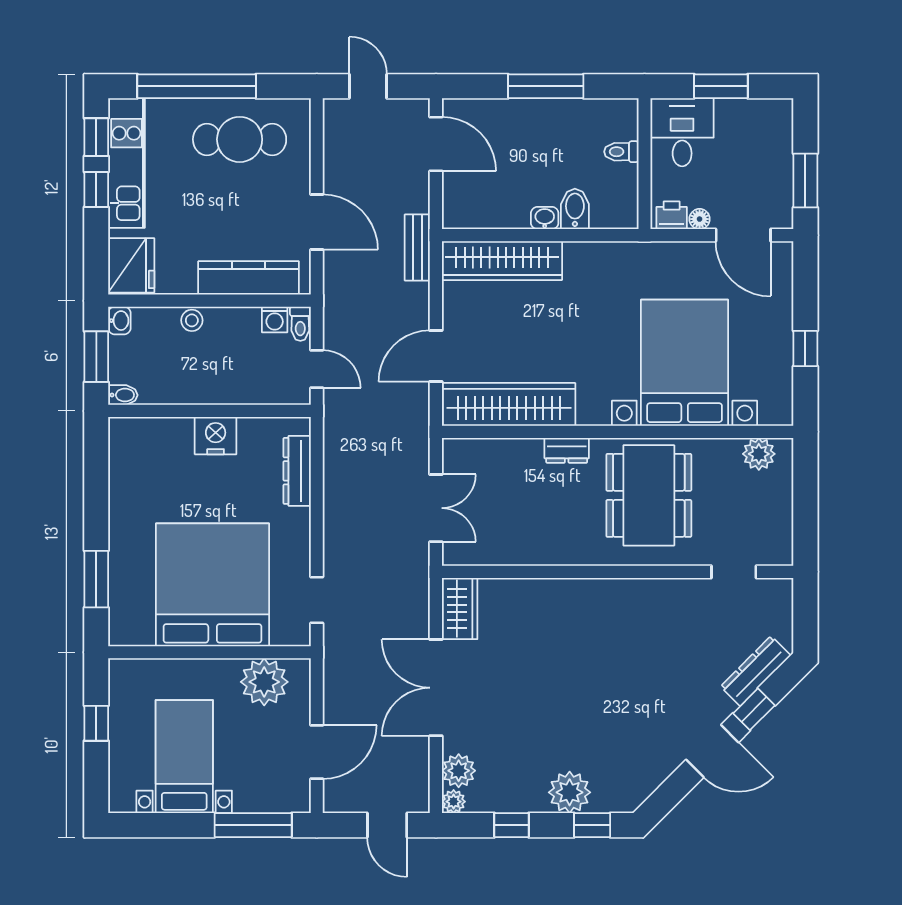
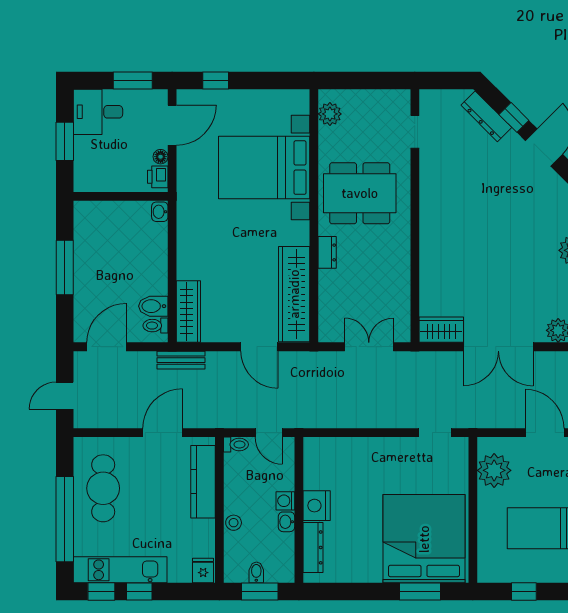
desk: (682, 132) -> (98, 112), moved
toilet: (621, 152) -> (155, 326), moved, turned 90
bidet: (575, 209) -> (153, 306), moved
washbasin: (545, 218) -> (160, 212), moved
wardrobe: (502, 261) -> (188, 311), width x0.71, depth x0.85
fridge: (131, 265) -> (203, 571), width x0.53, depth x0.75
washing machine: (275, 319) -> (285, 501), moved, turned 180
washbasin: (119, 321) -> (286, 522), moved, turned -90
window: (805, 349) -> (216, 80), moved
door: (317, 369) -> (269, 433), swing flipped
bidet: (123, 395) -> (256, 572), moved
dresser: (297, 471) -> (313, 547), moved, turned -90
bed: (213, 585) -> (424, 539), moved, turned 90

